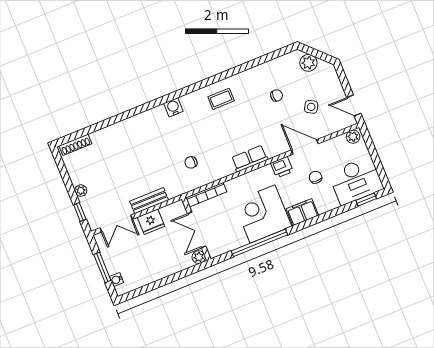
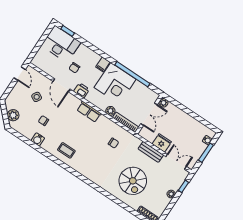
water cooler: (173, 107) -> (38, 139), moved
plant: (353, 137) -> (110, 111), moved
spiral stairs: (129, 155) -> (133, 181), added
filing cabinet: (302, 212) -> (103, 64), width x0.50

